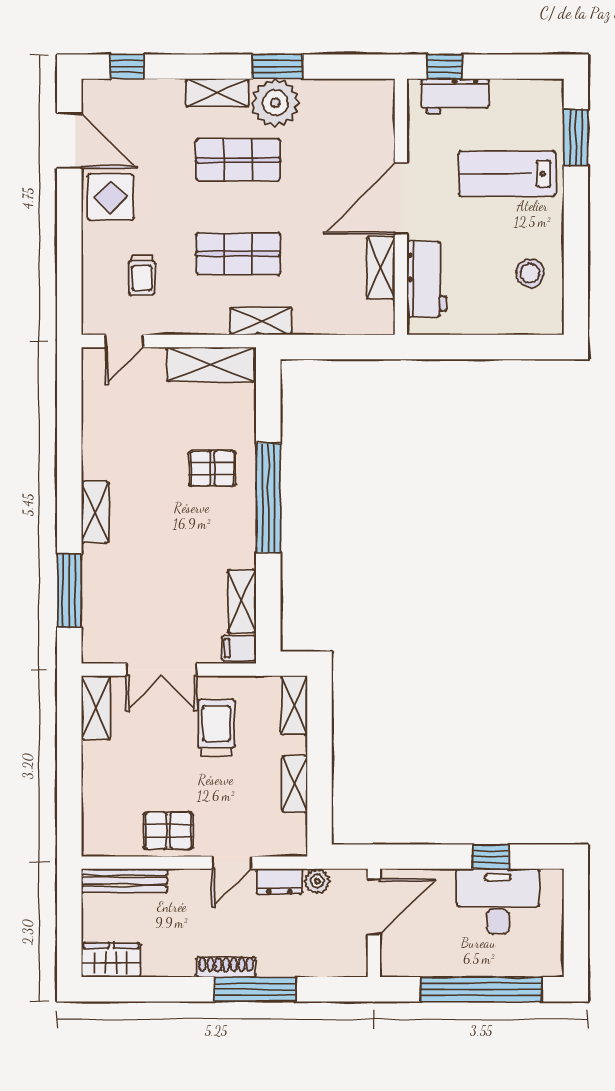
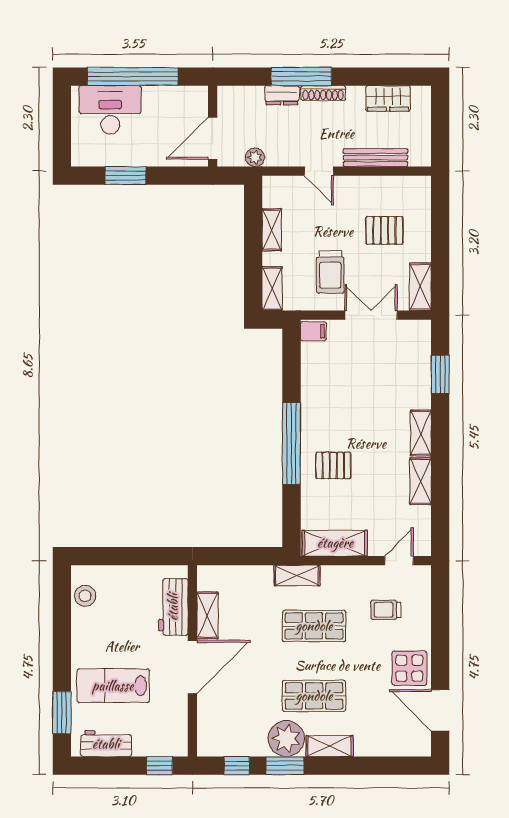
window: (127, 67) -> (237, 766), moved
workbench: (455, 96) -> (106, 744), moved
lab bench: (507, 174) -> (113, 686), turned 180
stool: (530, 273) -> (85, 596), moved
trolley: (142, 275) -> (386, 610), turned -90
window: (69, 591) -> (440, 374), width x0.69
shelving: (242, 601) -> (420, 481), moved
pallet: (168, 831) -> (384, 230), moved
window: (491, 857) -> (126, 176), width x1.50
door: (232, 863) -> (319, 171), swing flipped
bench: (124, 881) -> (375, 158), moved
dresser: (279, 882) -> (282, 95), moved, turned 180
desk: (498, 901) -> (110, 110), moved, turned 180
wardrobe: (111, 960) -> (388, 98), moved

